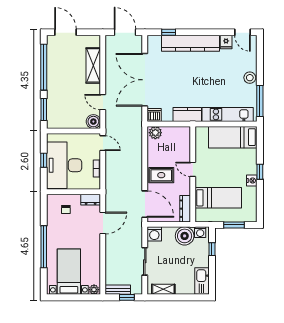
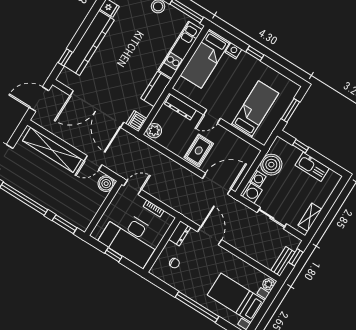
shelving: (93, 65) -> (52, 150), width x1.47
nightstand: (252, 181) -> (233, 51), moved
dresser: (185, 209) -> (180, 107), moved
washing machine: (200, 232) -> (258, 178), moved
kitchen sink: (202, 281) -> (312, 167), moved

